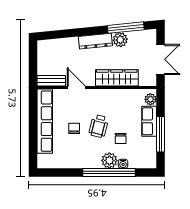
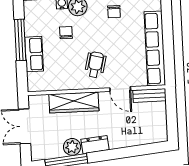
dresser: (95, 41) -> (95, 145), width x0.70
plant: (150, 99) -> (34, 80), removed
wheelchair: (99, 126) -> (95, 65), moved
chair: (74, 128) -> (114, 12), moved

